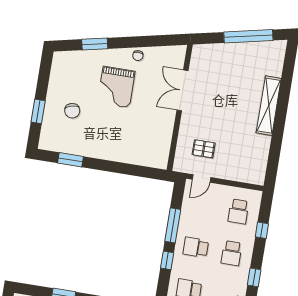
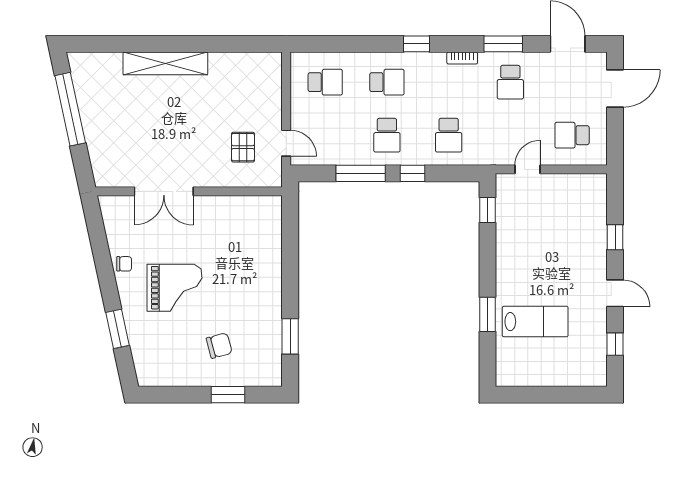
window: (262, 230) -> (347, 44), removed

